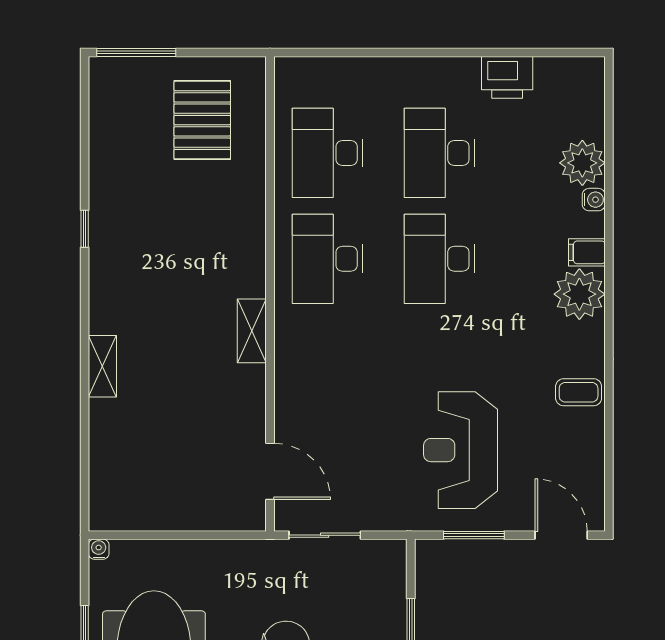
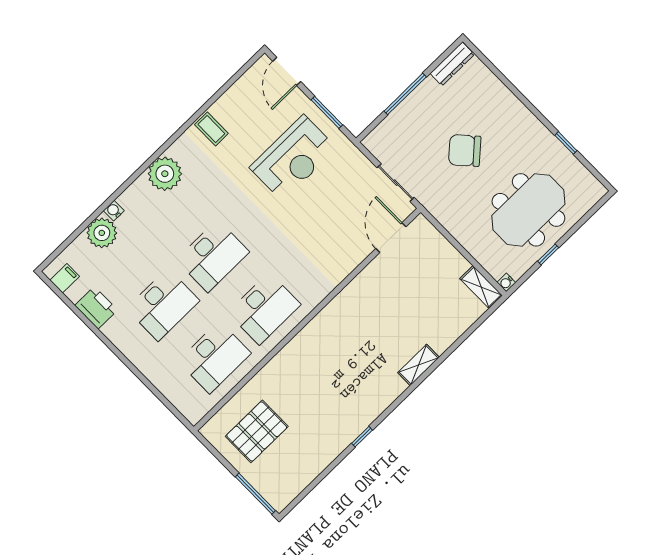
filing cabinet: (587, 252) -> (65, 278), moved, turned -90
shelving: (252, 331) -> (481, 287), moved, turned 90

